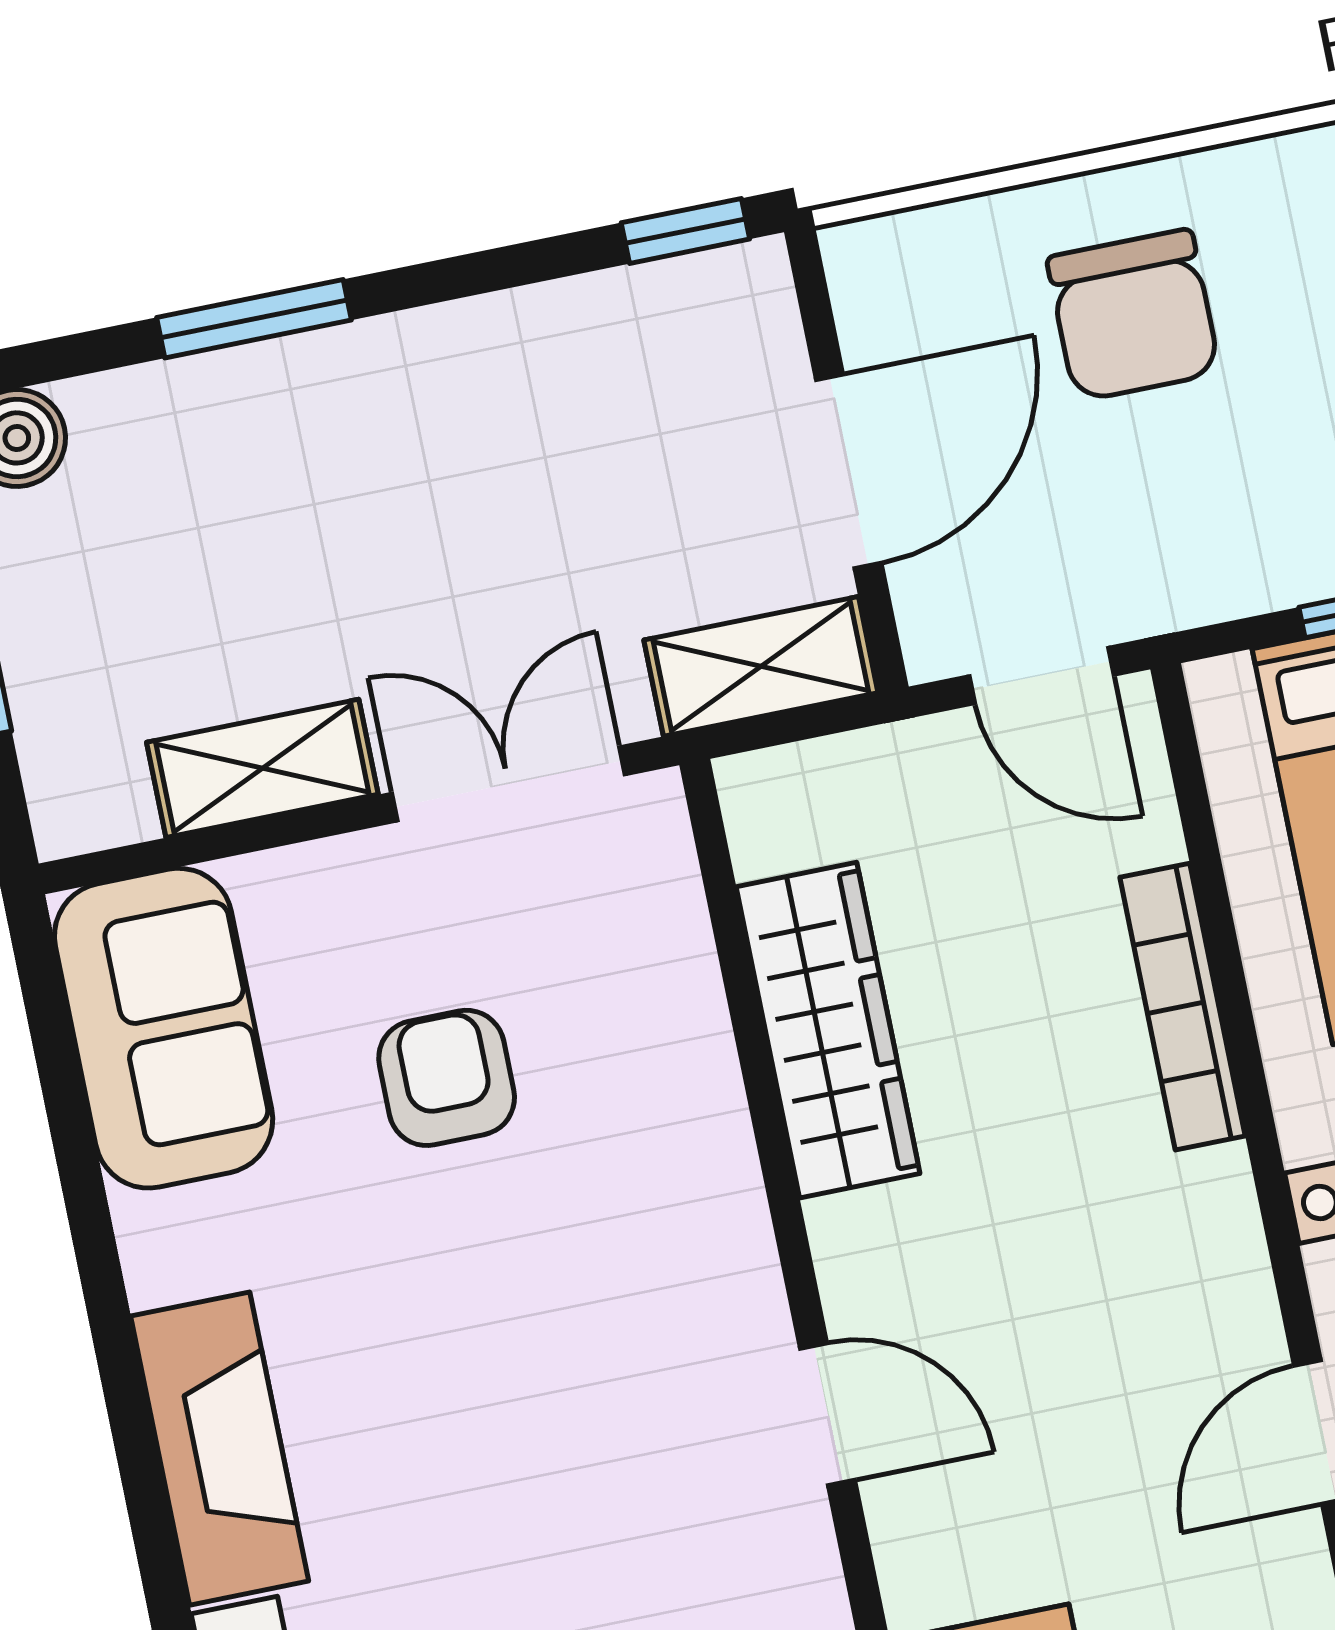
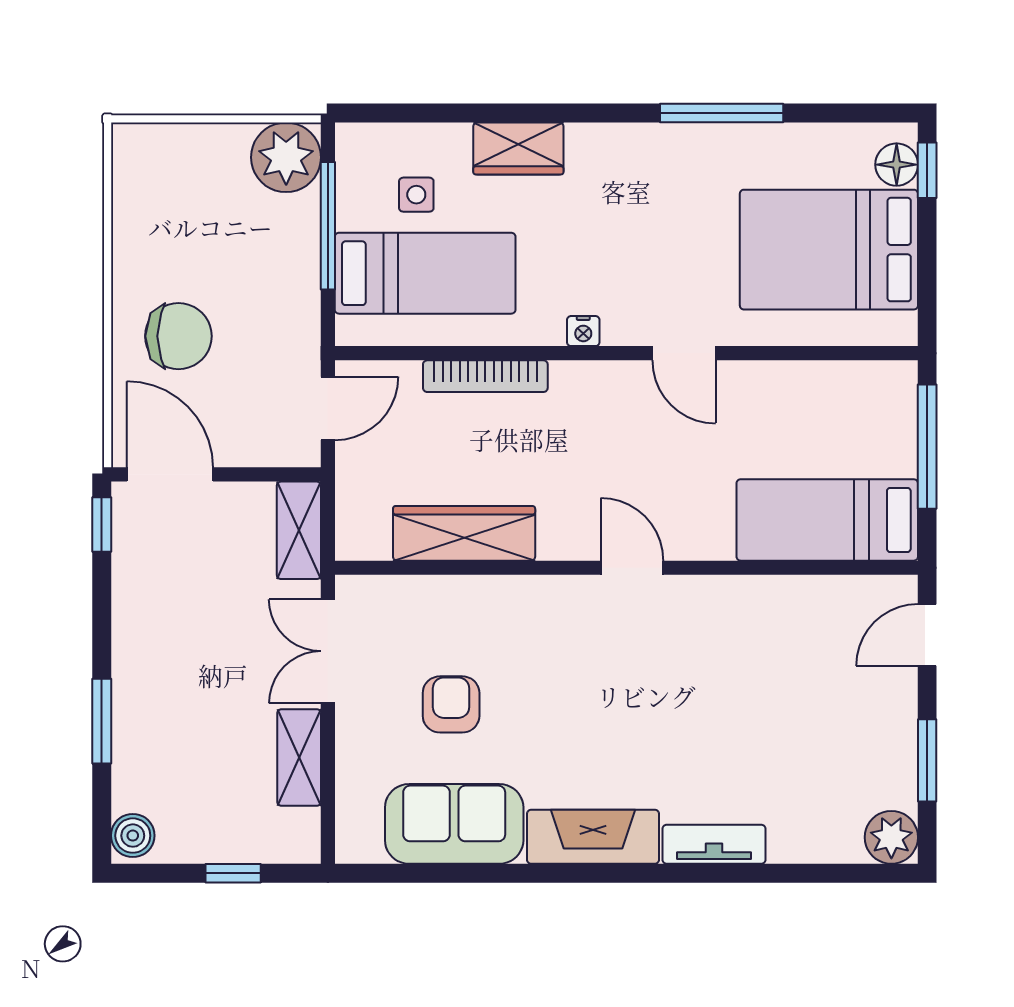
door: (849, 471) -> (170, 474), moved
sofa: (164, 1028) -> (454, 824), moved
armchair: (447, 1078) -> (451, 704), turned 90
door: (827, 1414) -> (632, 568), hinge flipped

